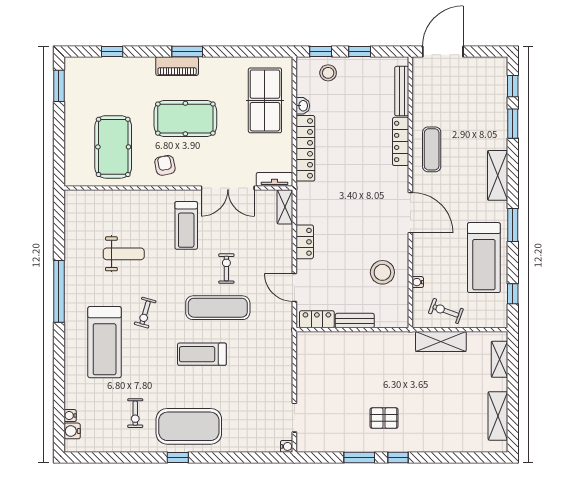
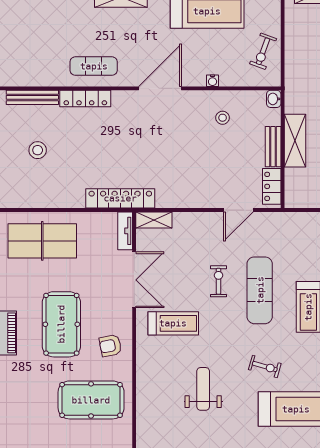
stool: (328, 73) -> (38, 150), moved
washbasin: (303, 106) -> (274, 99), moved, turned -90
locker: (305, 148) -> (120, 198), moved
locker: (305, 242) -> (191, 199), removed
exercise bike: (226, 268) -> (218, 281), turned 90
stool: (382, 272) -> (223, 118), width x0.53, depth x0.53
water cooler: (418, 282) -> (213, 81), moved
shelving: (441, 341) -> (295, 141), moved

